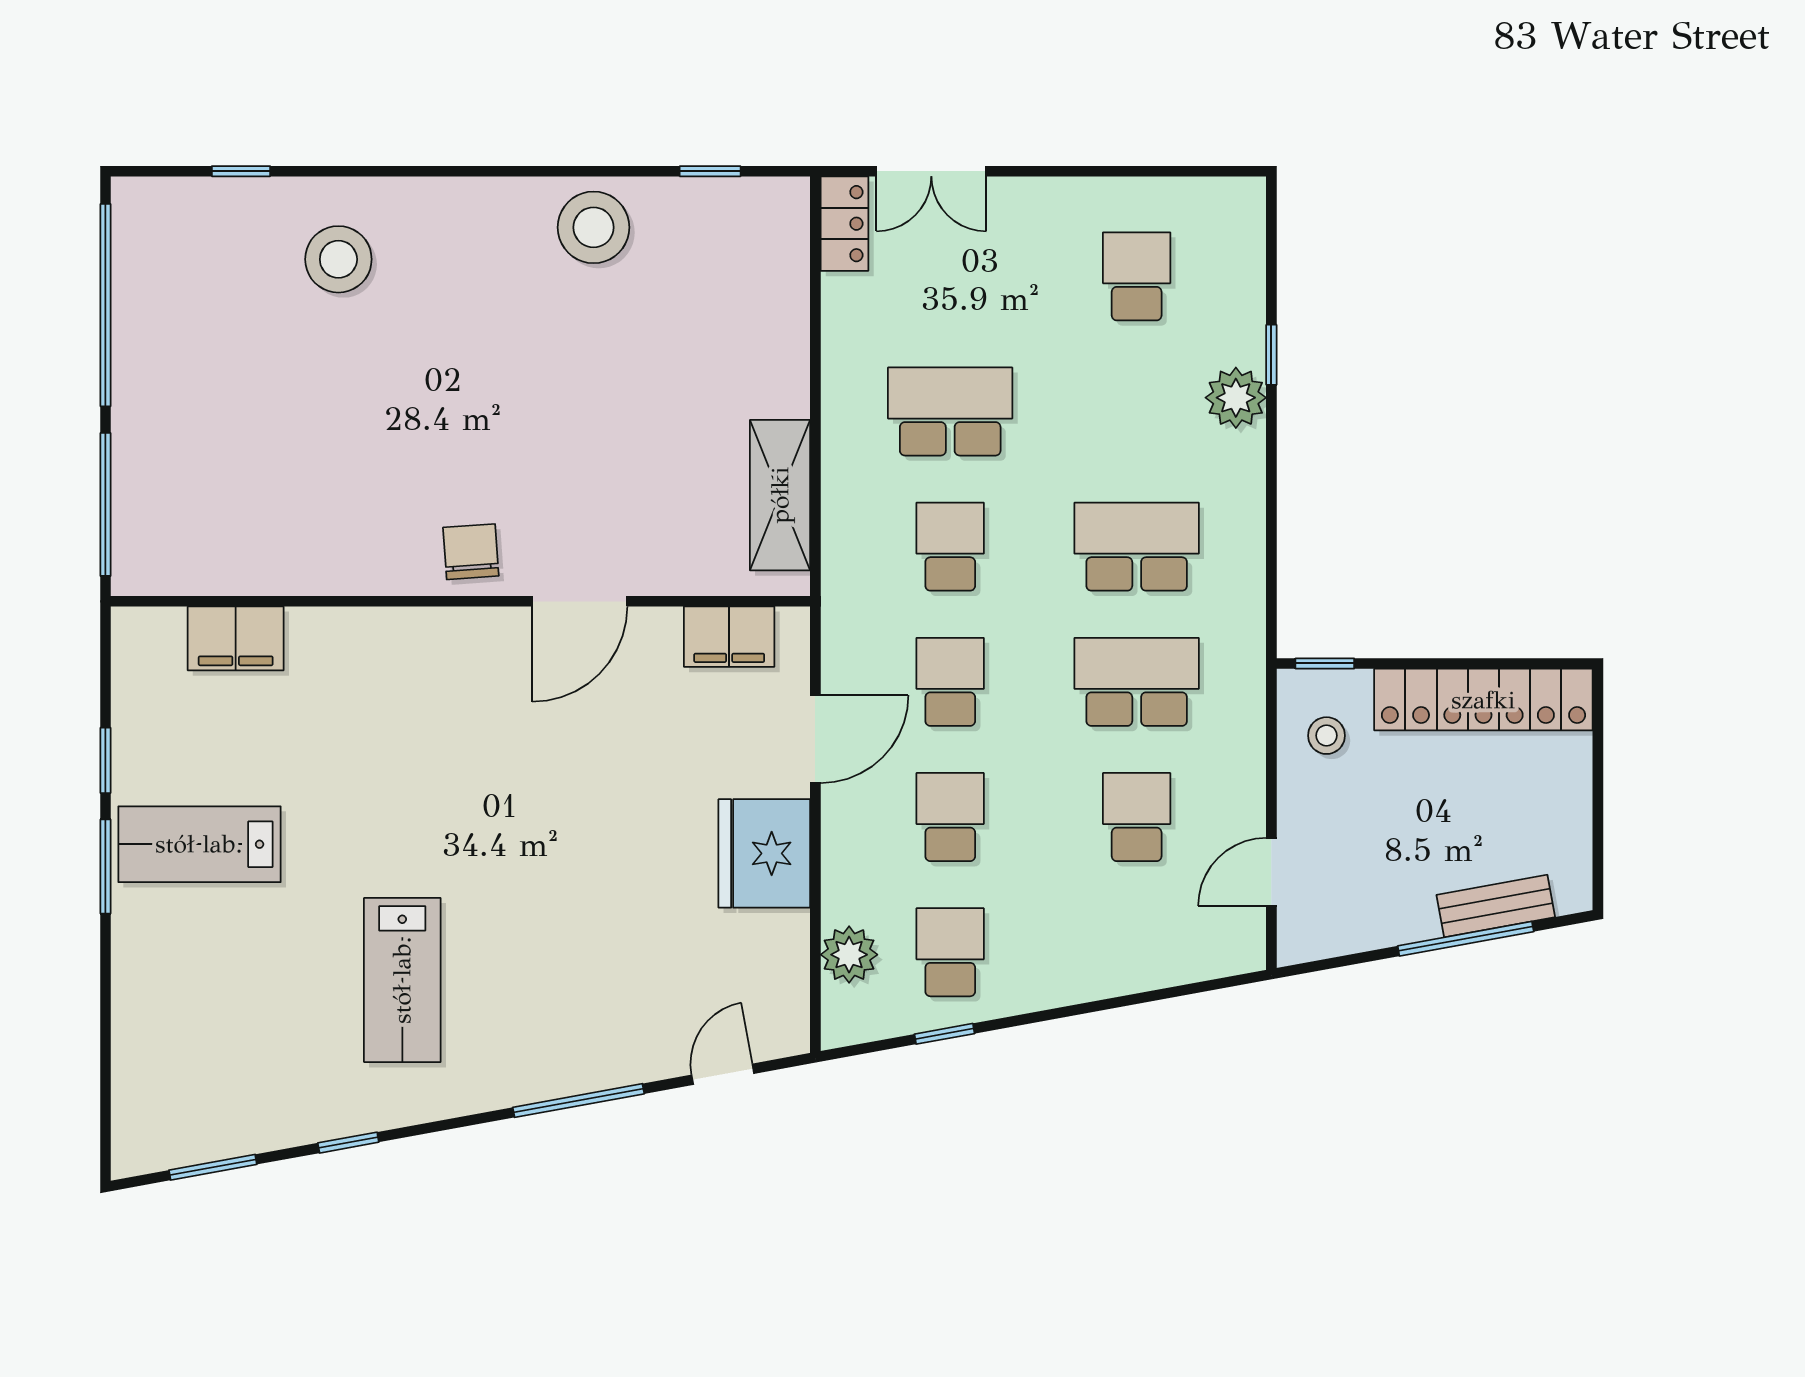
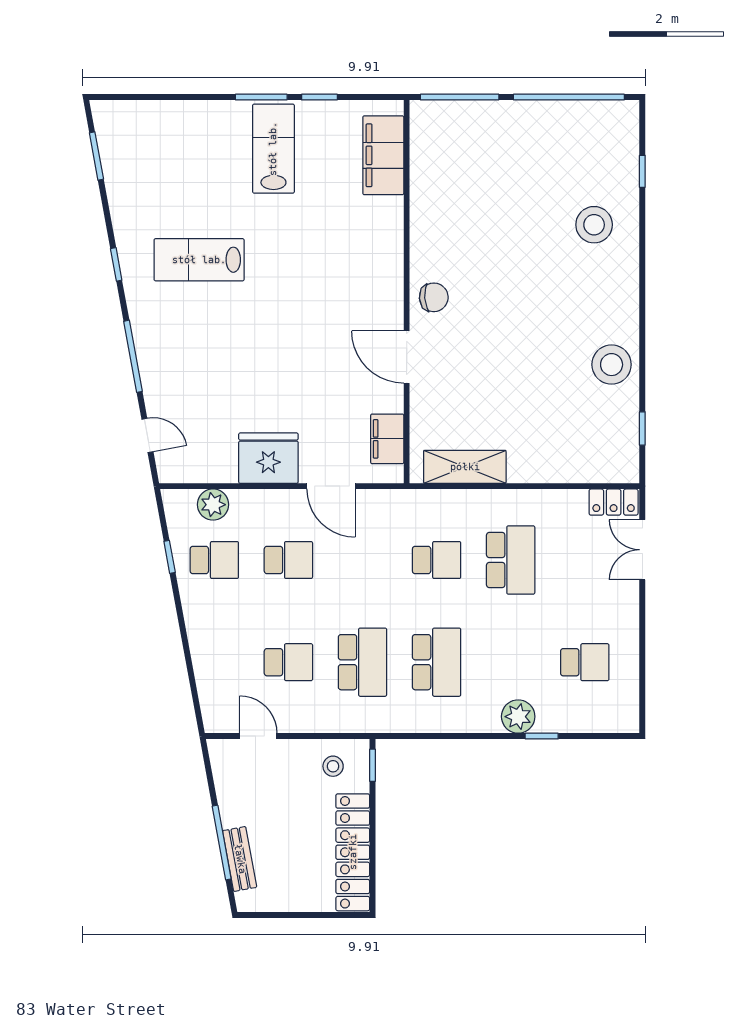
filing cabinet: (236, 638) -> (383, 155), width x1.50, depth x1.17
school desk: (950, 682) -> (362, 560), removed
window: (348, 1143) -> (116, 264), moved

